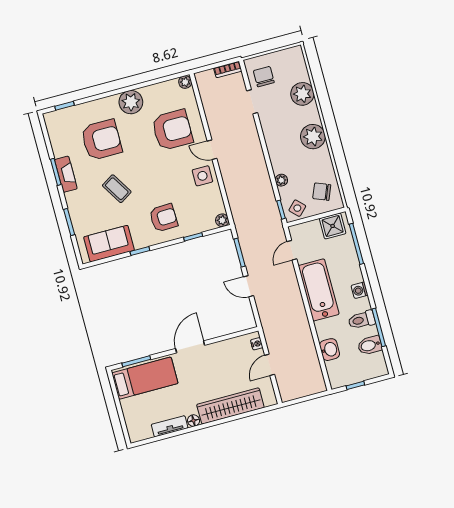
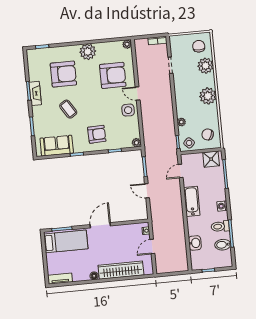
chair: (264, 77) -> (199, 46), moved
bathtub: (319, 290) -> (192, 201), width x0.73, depth x0.73
tv unit: (170, 426) -> (60, 279), moved

